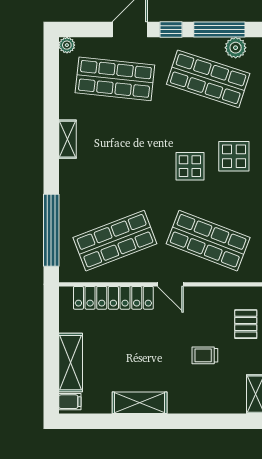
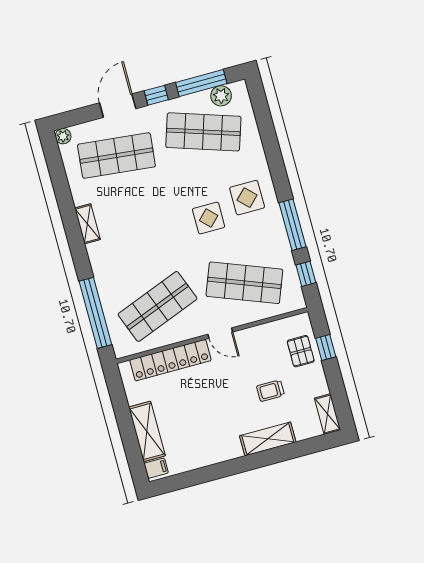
shelving: (140, 403) -> (268, 439), moved

